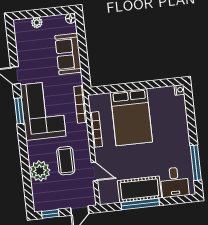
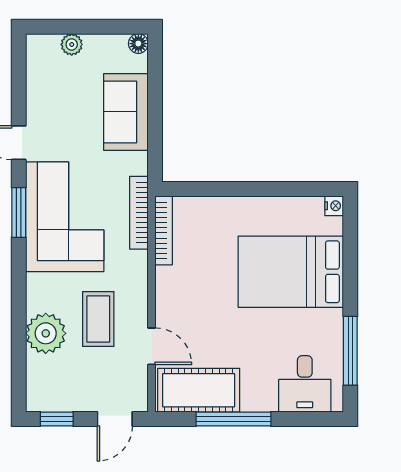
bed: (131, 117) -> (291, 272), moved, turned 90
bookcase: (96, 129) -> (164, 230), moved
cot: (140, 189) -> (199, 390), moved

